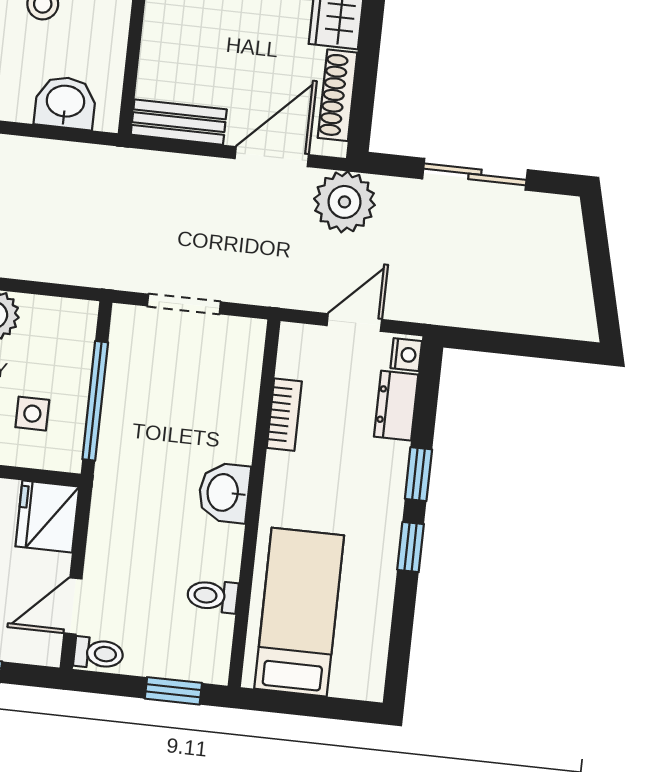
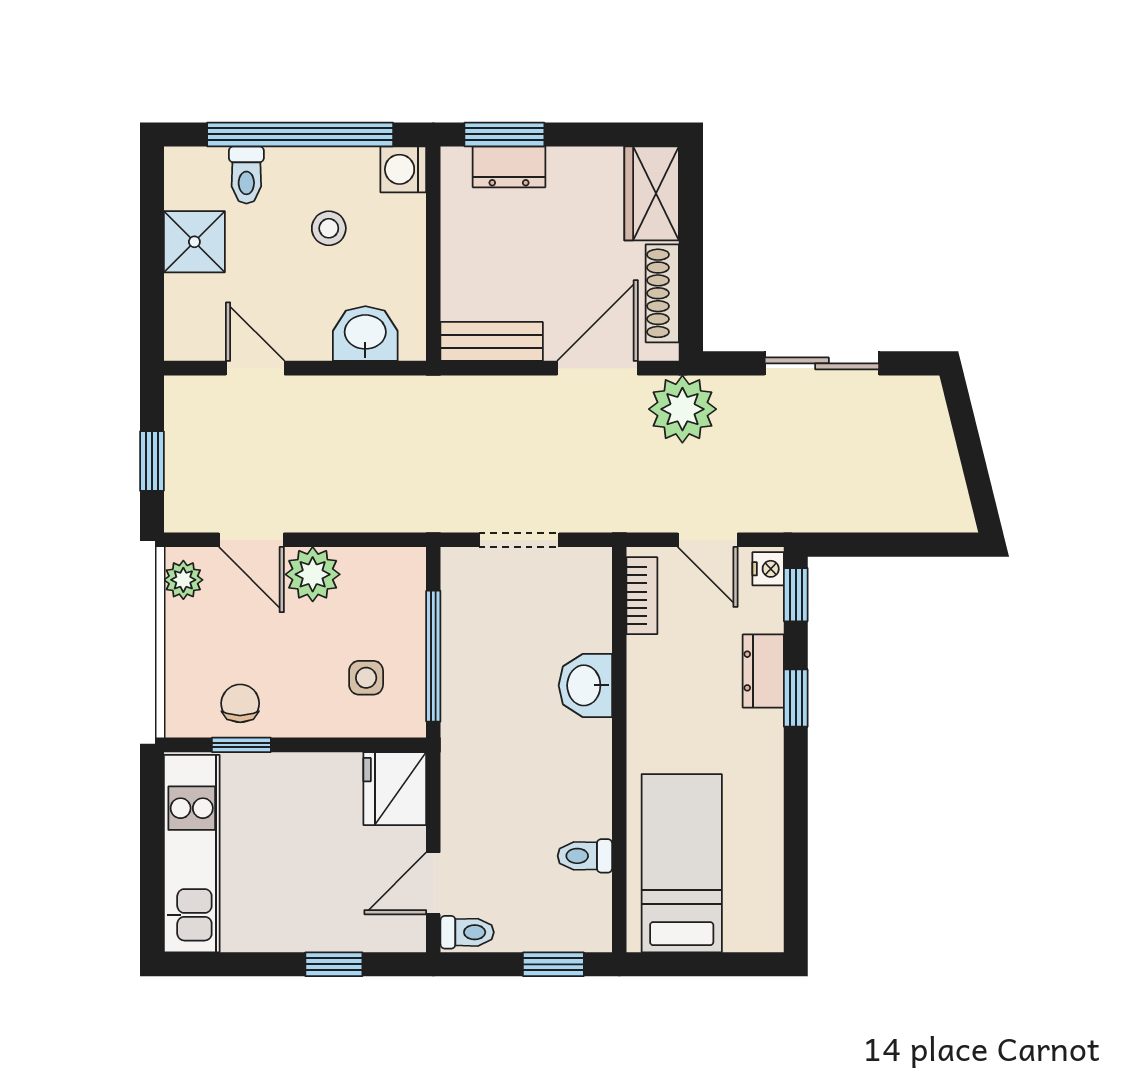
door: (354, 322) -> (708, 540), swing flipped
dresser: (396, 406) -> (763, 671), moved
bookcase: (284, 415) -> (642, 596), moved
washbasin: (224, 493) -> (585, 685), moved
window: (411, 547) -> (796, 595), moved

